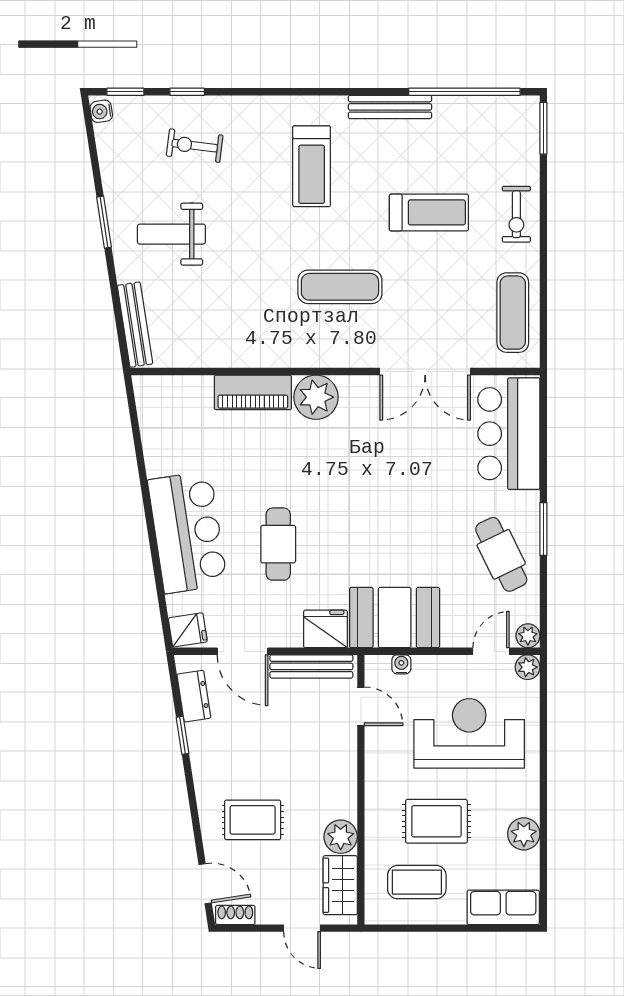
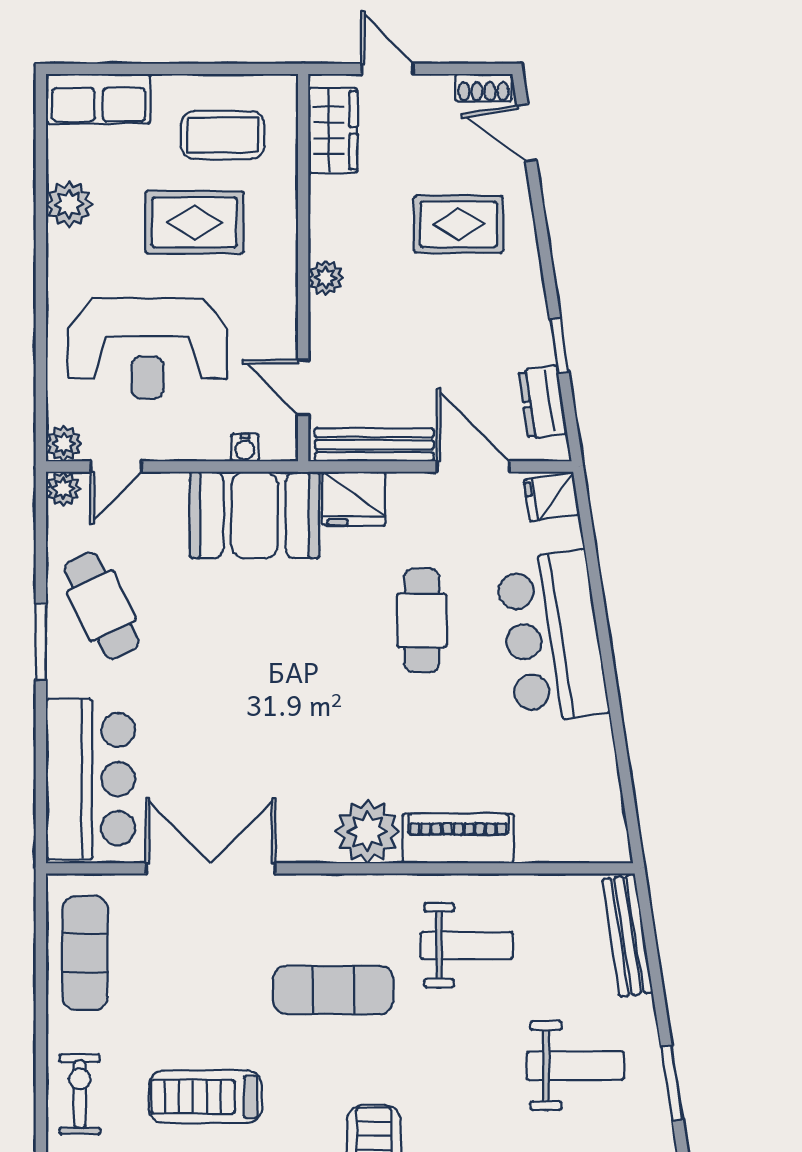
weight bench: (247, 318) -> (467, 945), added
plant: (341, 837) -> (326, 278), moved, width x0.73, depth x0.73

